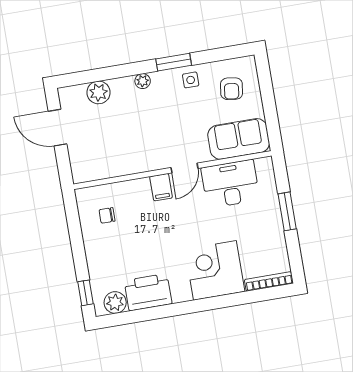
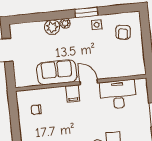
plant: (98, 92) -> (52, 27), moved
sofa: (239, 139) -> (57, 72), moved
door: (184, 168) -> (89, 82), swing flipped

